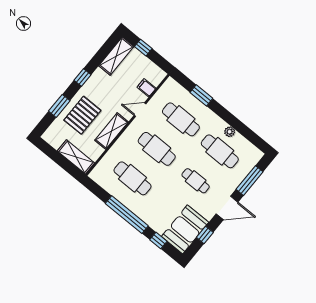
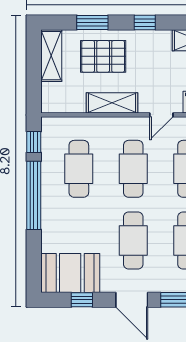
door: (140, 110) -> (161, 115), swing flipped
shelving: (76, 157) -> (51, 56), moved
cafe table: (196, 181) -> (133, 241), width x1.37, depth x1.35
window: (158, 241) -> (34, 142), moved

